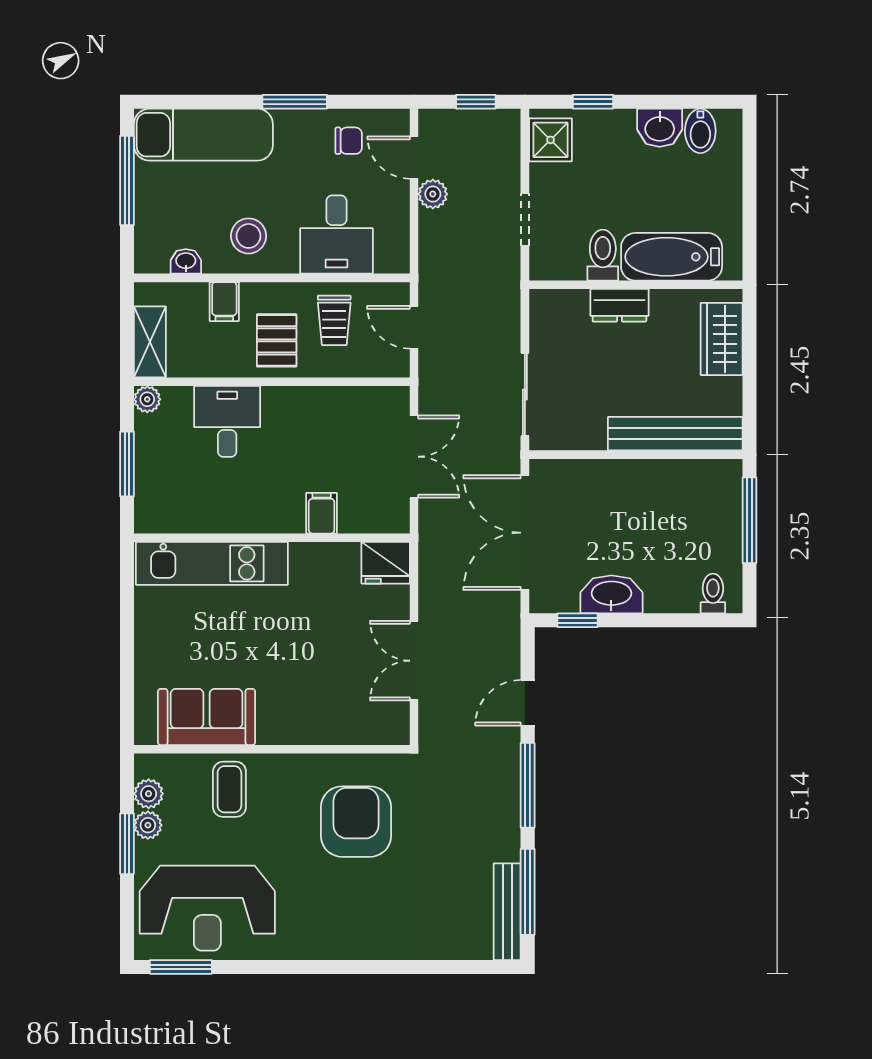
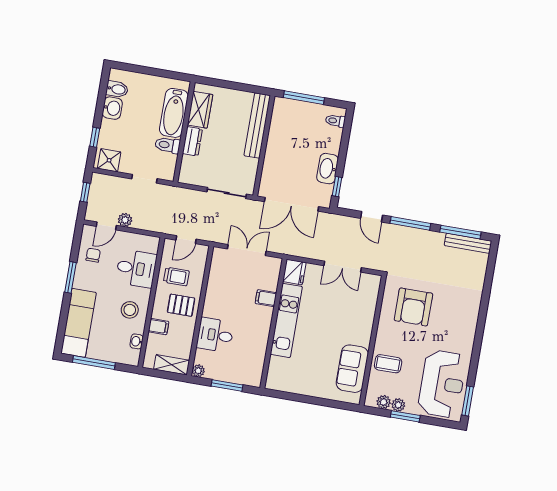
wardrobe: (722, 339) -> (200, 110), moved, turned -90
kitchen unit: (212, 563) -> (286, 320), moved
armchair: (356, 822) -> (413, 307), turned -90

